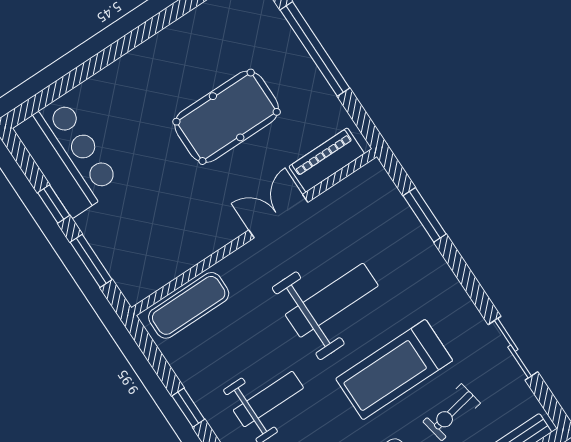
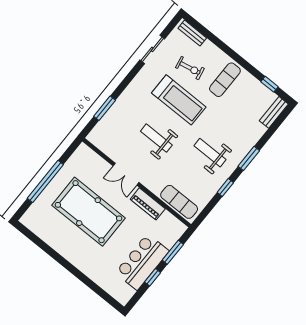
pool table: (227, 117) -> (89, 212), width x1.36, depth x1.32
bar counter: (67, 157) -> (142, 262), moved
piano: (327, 160) -> (148, 204), moved
weight bench: (332, 300) -> (156, 138), width x0.73, depth x0.75

